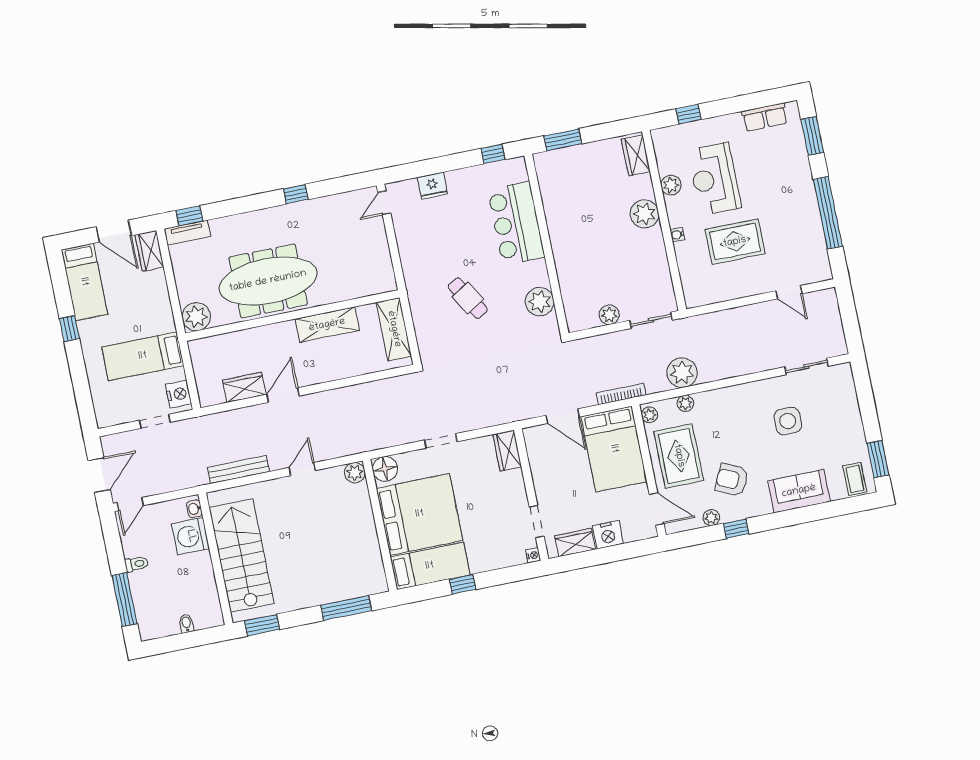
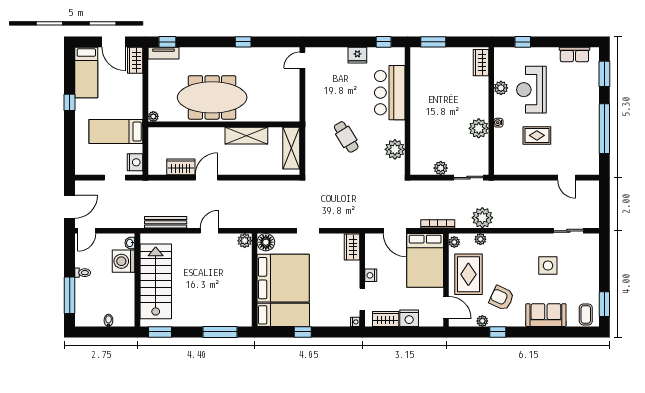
fridge: (432, 186) -> (357, 55), moved
plant: (644, 214) -> (479, 128), moved
rug: (735, 242) -> (537, 135), width x0.73, depth x0.70
plant: (196, 317) -> (153, 116), width x0.53, depth x0.53
nightstand: (542, 485) -> (371, 275), added

